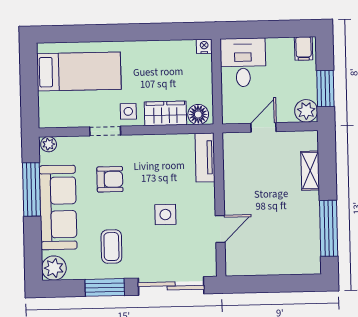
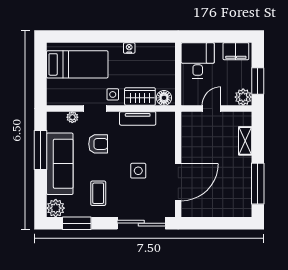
nightstand: (204, 46) -> (129, 48), moved
filing cabinet: (304, 48) -> (236, 51), width x2.00
plant: (49, 144) -> (72, 117), moved
tv unit: (205, 157) -> (138, 118), moved, turned -90
door: (220, 229) -> (178, 182), width x1.88
window: (105, 287) -> (77, 223), moved

